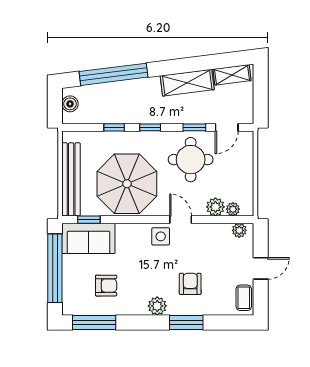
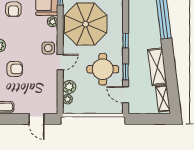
window: (114, 127) -> (126, 15), removed
plant: (239, 230) -> (53, 22), moved
door: (261, 268) -> (36, 119), moved

